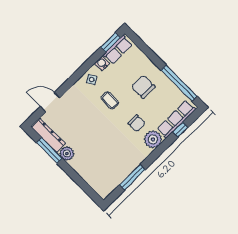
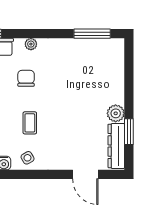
plant: (153, 139) -> (31, 44), width x0.53, depth x0.53
window: (49, 151) -> (129, 132), width x0.69
window: (132, 177) -> (92, 34), moved

